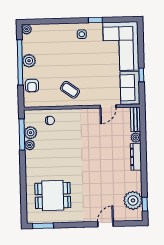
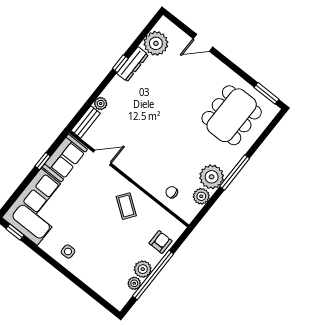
window: (95, 20) -> (15, 232), moved
plant: (27, 29) -> (134, 283), moved
window: (22, 135) -> (235, 172), moved
plant: (30, 145) -> (212, 177), width x1.88, depth x1.88
dresser: (136, 157) -> (133, 64), moved
dining table: (53, 195) -> (232, 115), width x1.38
window: (145, 204) -> (120, 64), moved

